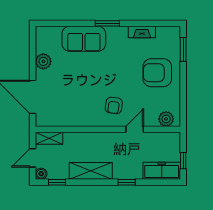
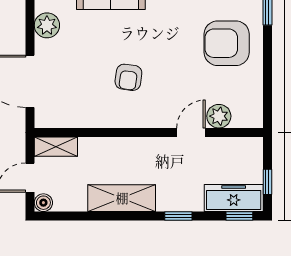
armchair: (114, 105) -> (128, 77), moved
plant: (166, 119) -> (219, 116), moved
window: (57, 182) -> (239, 216), moved

